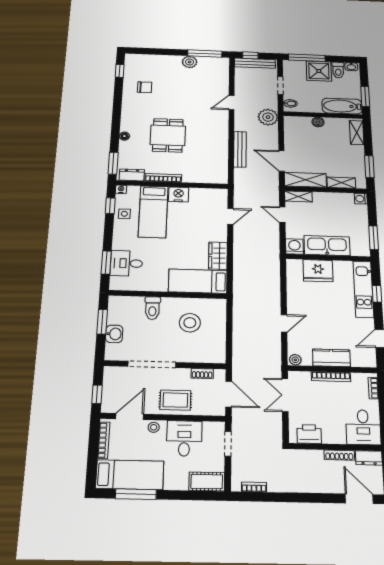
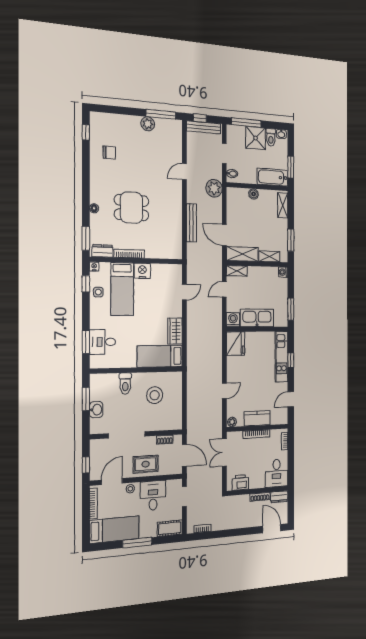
dining table: (168, 135) -> (132, 208), turned 90
door: (282, 215) -> (224, 289), hinge flipped
fridge: (318, 271) -> (236, 344), moved, turned -90
window: (136, 494) -> (137, 543), moved

